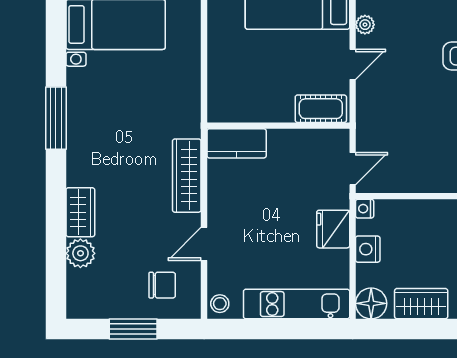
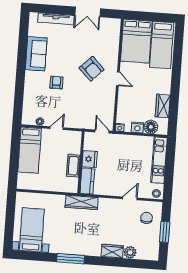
door: (353, 64) -> (57, 128), hinge flipped
cot: (321, 109) -> (73, 166), moved
wardrobe: (187, 176) -> (82, 202), moved
fridge: (333, 229) -> (90, 159), moved, turned -90
door: (204, 244) -> (130, 198), swing flipped
floor lamp: (371, 303) -> (151, 127), moved

